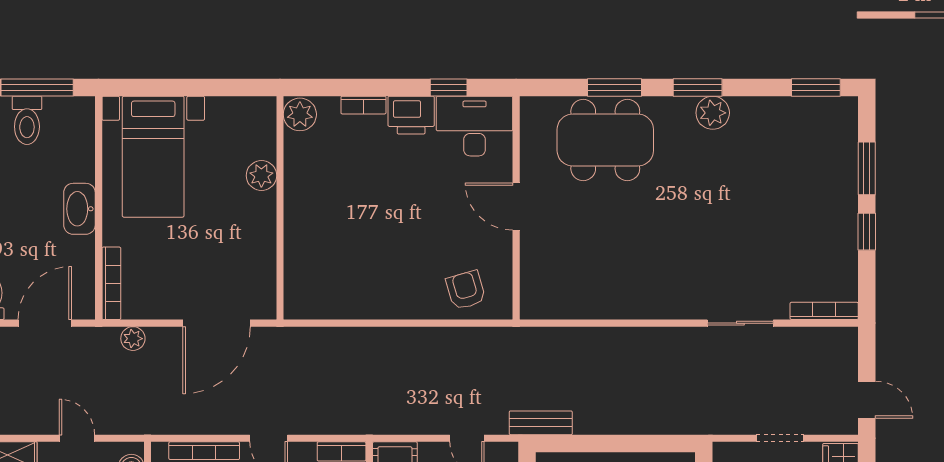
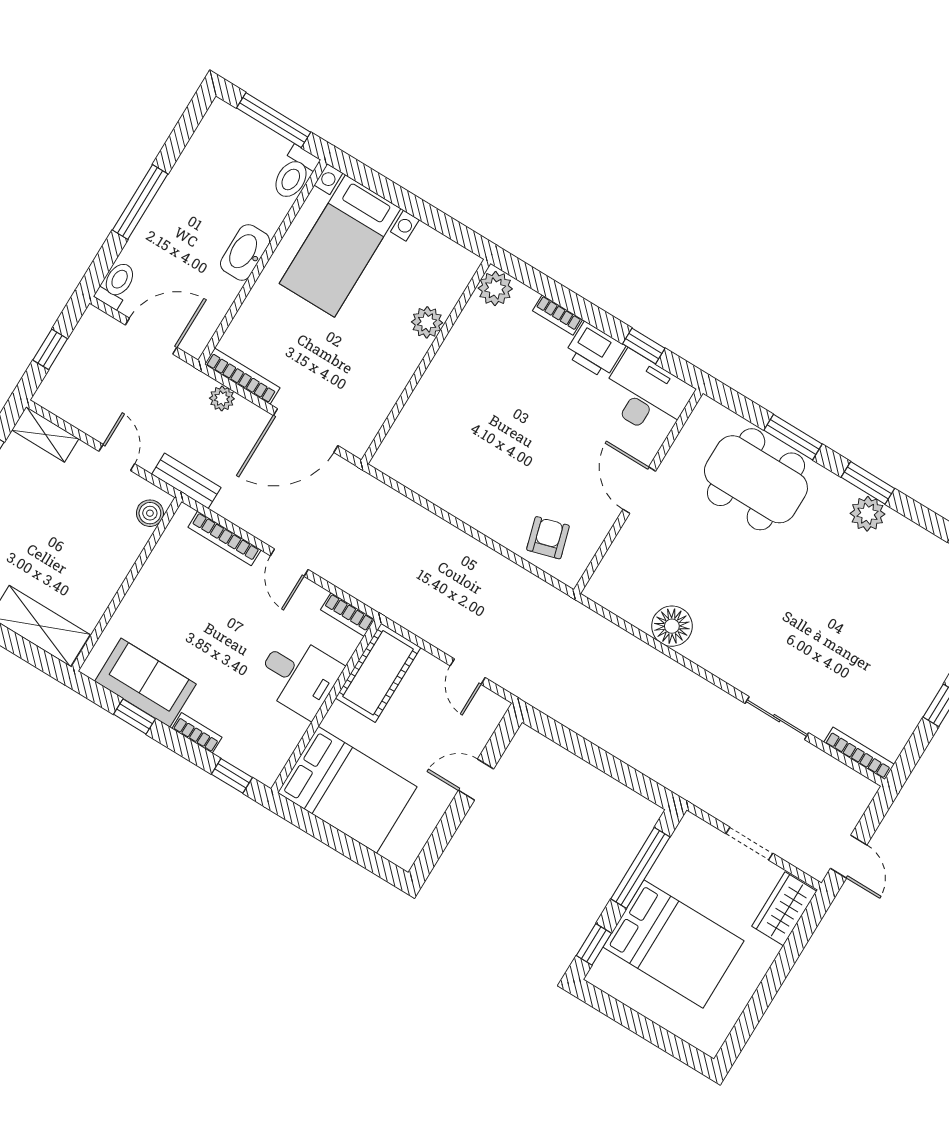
toilet: (27, 120) -> (294, 173), moved
bookcase: (111, 283) -> (242, 376), moved, turned -90
floor lamp: (610, 300) -> (672, 626), added
bench: (541, 423) -> (186, 481), moved

